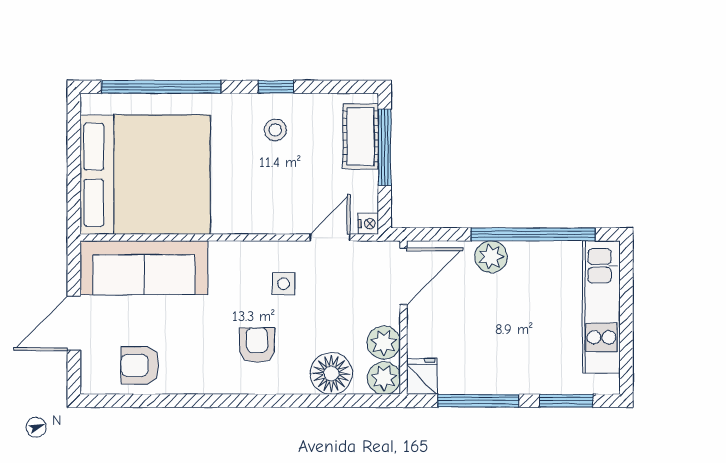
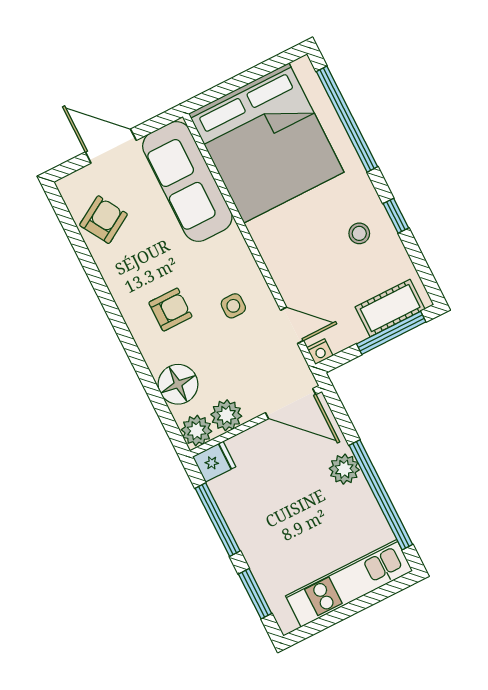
armchair: (140, 365) -> (104, 220), turned 59

